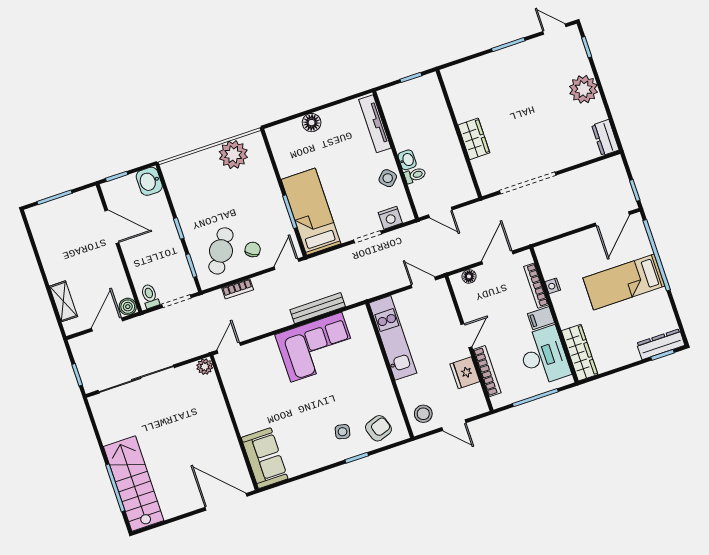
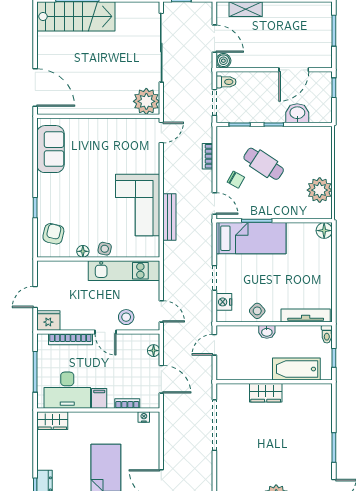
bathtub: (437, 114) -> (296, 369), added
floor lamp: (312, 123) -> (324, 231), moved
toilet: (415, 175) -> (327, 334), moved
washbasin: (149, 181) -> (297, 113), moved
cafe table: (221, 251) -> (264, 164), moved
door: (423, 282) -> (161, 311), hinge flipped
bookcase: (536, 286) -> (127, 403), width x0.64
nightstand: (553, 286) -> (144, 417), moved
door: (229, 348) -> (161, 133), hinge flipped
wardrobe: (580, 353) -> (52, 421), width x0.67
plant: (205, 367) -> (146, 101), width x1.88, depth x1.88
fridge: (465, 373) -> (48, 320), moved
floor lamp: (387, 390) -> (83, 251), added
stool: (423, 414) -> (126, 317), moved
armchair: (378, 428) -> (53, 234), turned -148
side table: (342, 432) -> (105, 249), moved
sofa: (265, 458) -> (50, 149), moved, turned -90
door: (226, 502) -> (35, 88), hinge flipped

